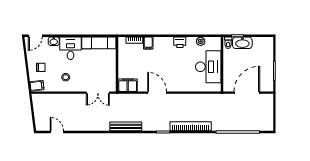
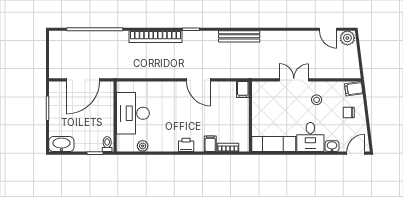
printer: (180, 42) -> (186, 145), moved
washbasin: (242, 43) -> (61, 144), moved
filing cabinet: (128, 85) -> (243, 89), width x0.50
double door: (98, 93) -> (294, 80), moved
plant: (42, 125) -> (347, 38), added

